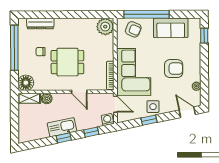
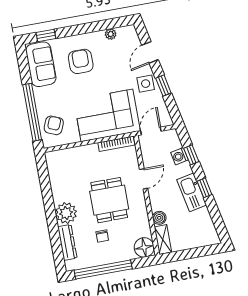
plant: (105, 27) -> (66, 213), moved
sofa: (171, 28) -> (41, 64), moved
armchair: (174, 69) -> (81, 61), moved
door: (187, 112) -> (150, 52), moved
washing machine: (107, 120) -> (180, 156), moved

